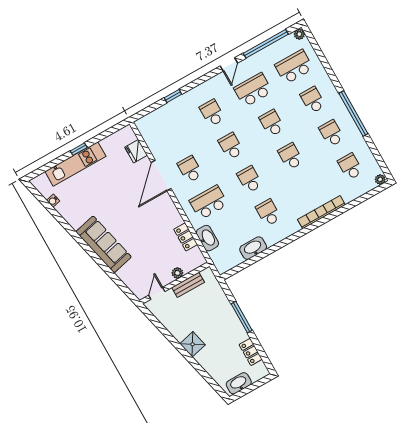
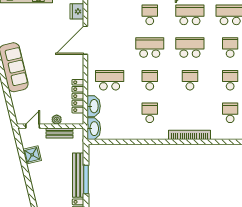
school desk: (272, 123) -> (190, 48), width x1.85
school desk: (231, 146) -> (150, 48), width x1.85
school desk: (190, 169) -> (110, 48), removed
locker: (186, 237) -> (78, 96), width x1.53
washbasin: (253, 248) -> (94, 129), moved, turned 90
bench: (231, 317) -> (78, 175), added
shower: (193, 344) -> (32, 155), moved

